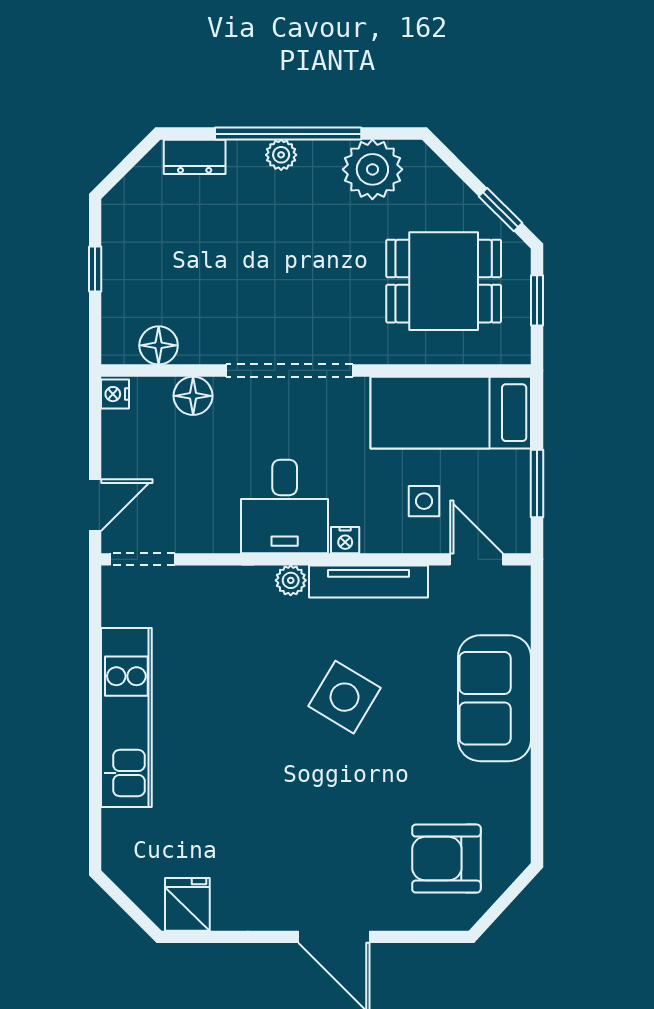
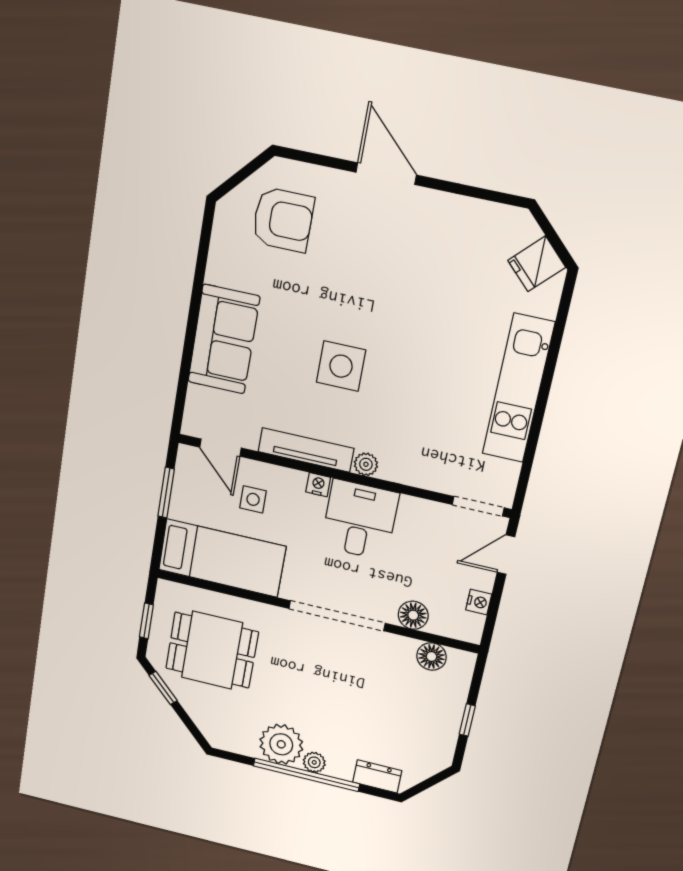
plant: (372, 169) -> (281, 744), moved
nightstand: (115, 394) -> (479, 602), moved
side table: (345, 697) -> (341, 366), turned -31
fridge: (187, 904) -> (537, 264), moved, turned 45

